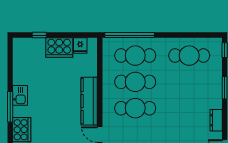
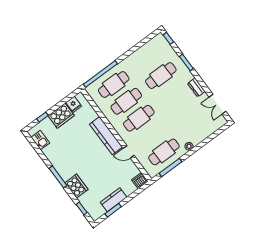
cafe table: (189, 56) -> (161, 76), moved
kitchen sink: (20, 95) -> (40, 140), moved

